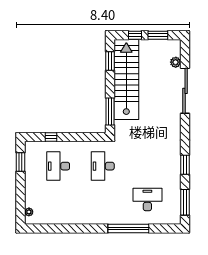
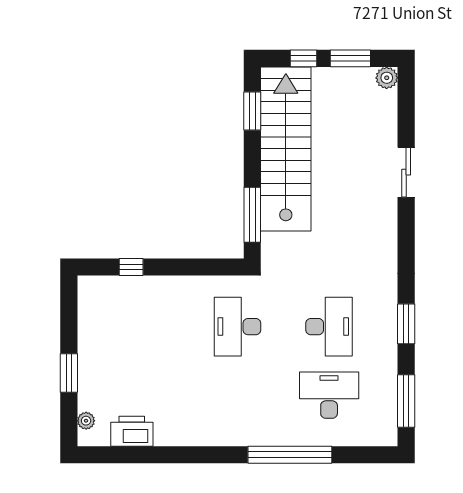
plant: (176, 62) -> (387, 78), moved
sliding door: (185, 91) -> (406, 172), width x0.54
window: (21, 162) -> (69, 373), moved
desk: (58, 166) -> (329, 327), moved, turned 180
printer: (51, 217) -> (132, 431), added

